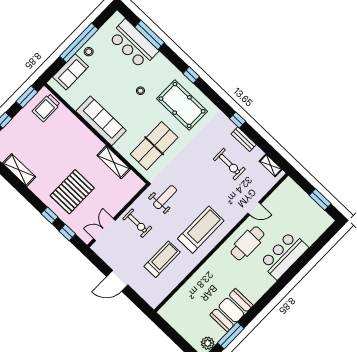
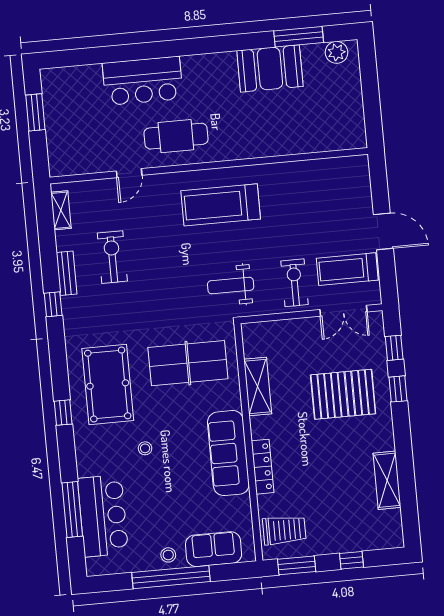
locker: (80, 128) -> (263, 467), added
door: (254, 208) -> (129, 173), swing flipped
treadmill: (162, 259) -> (347, 269), moved

